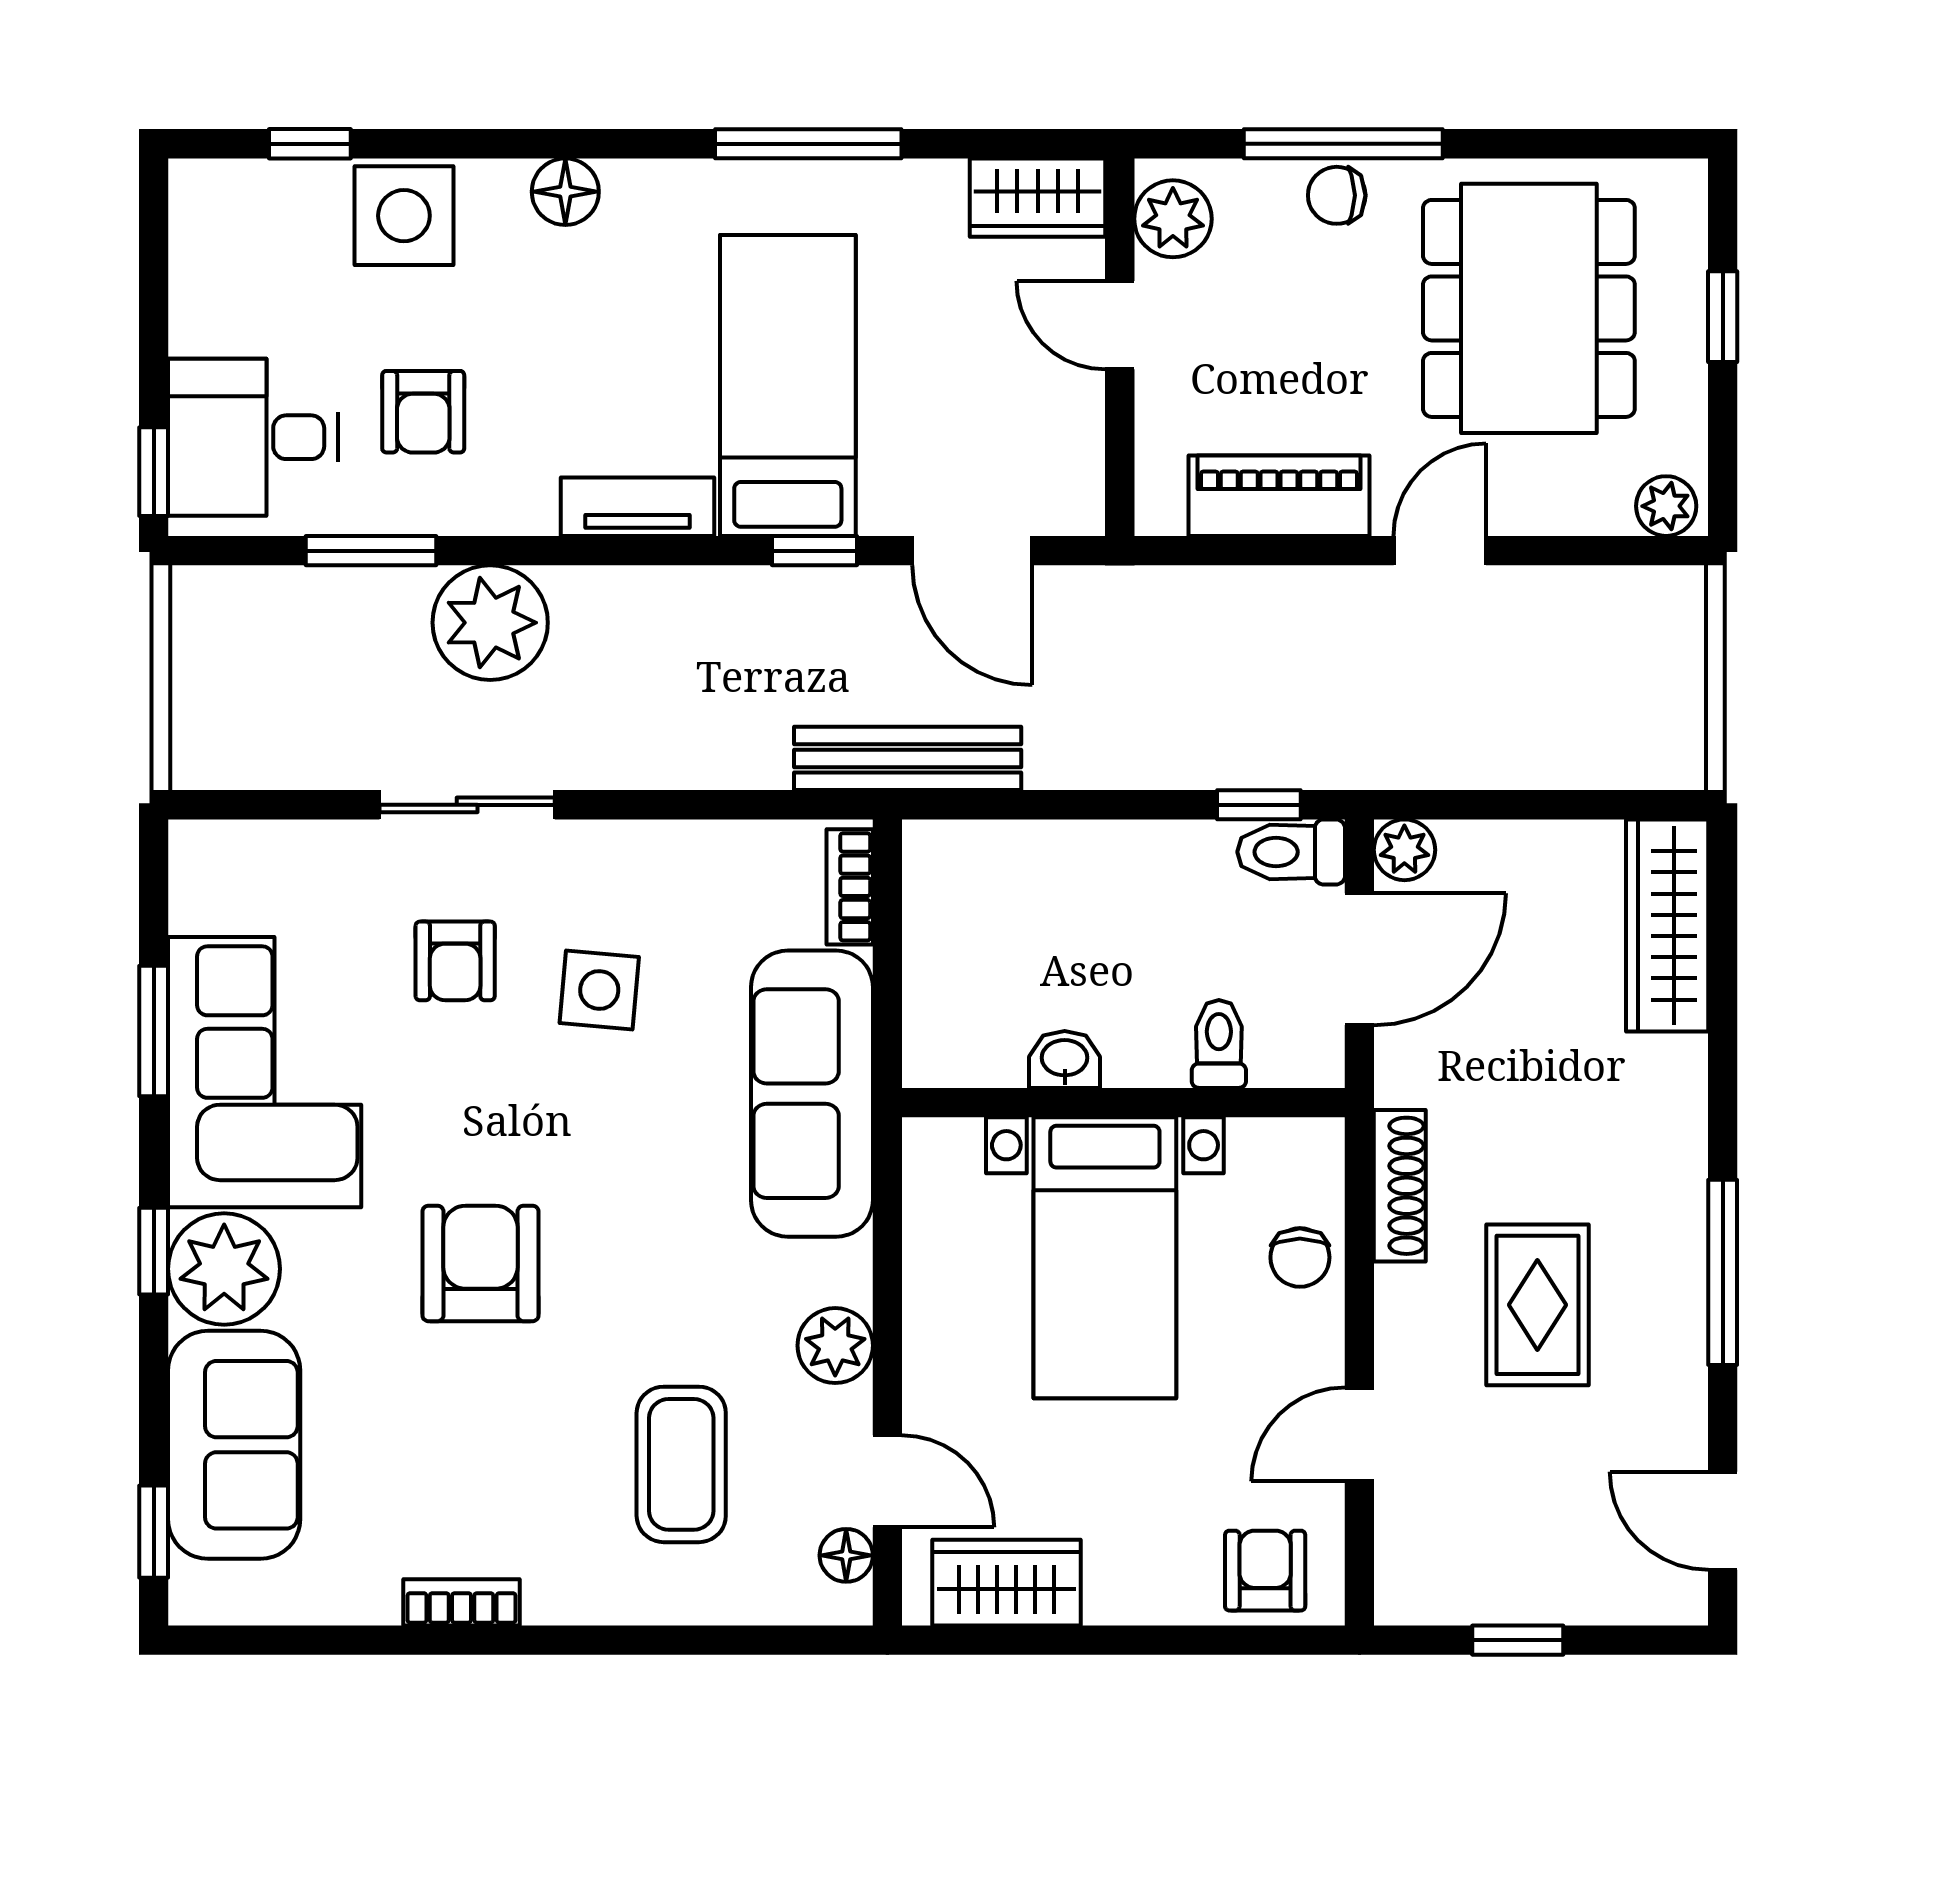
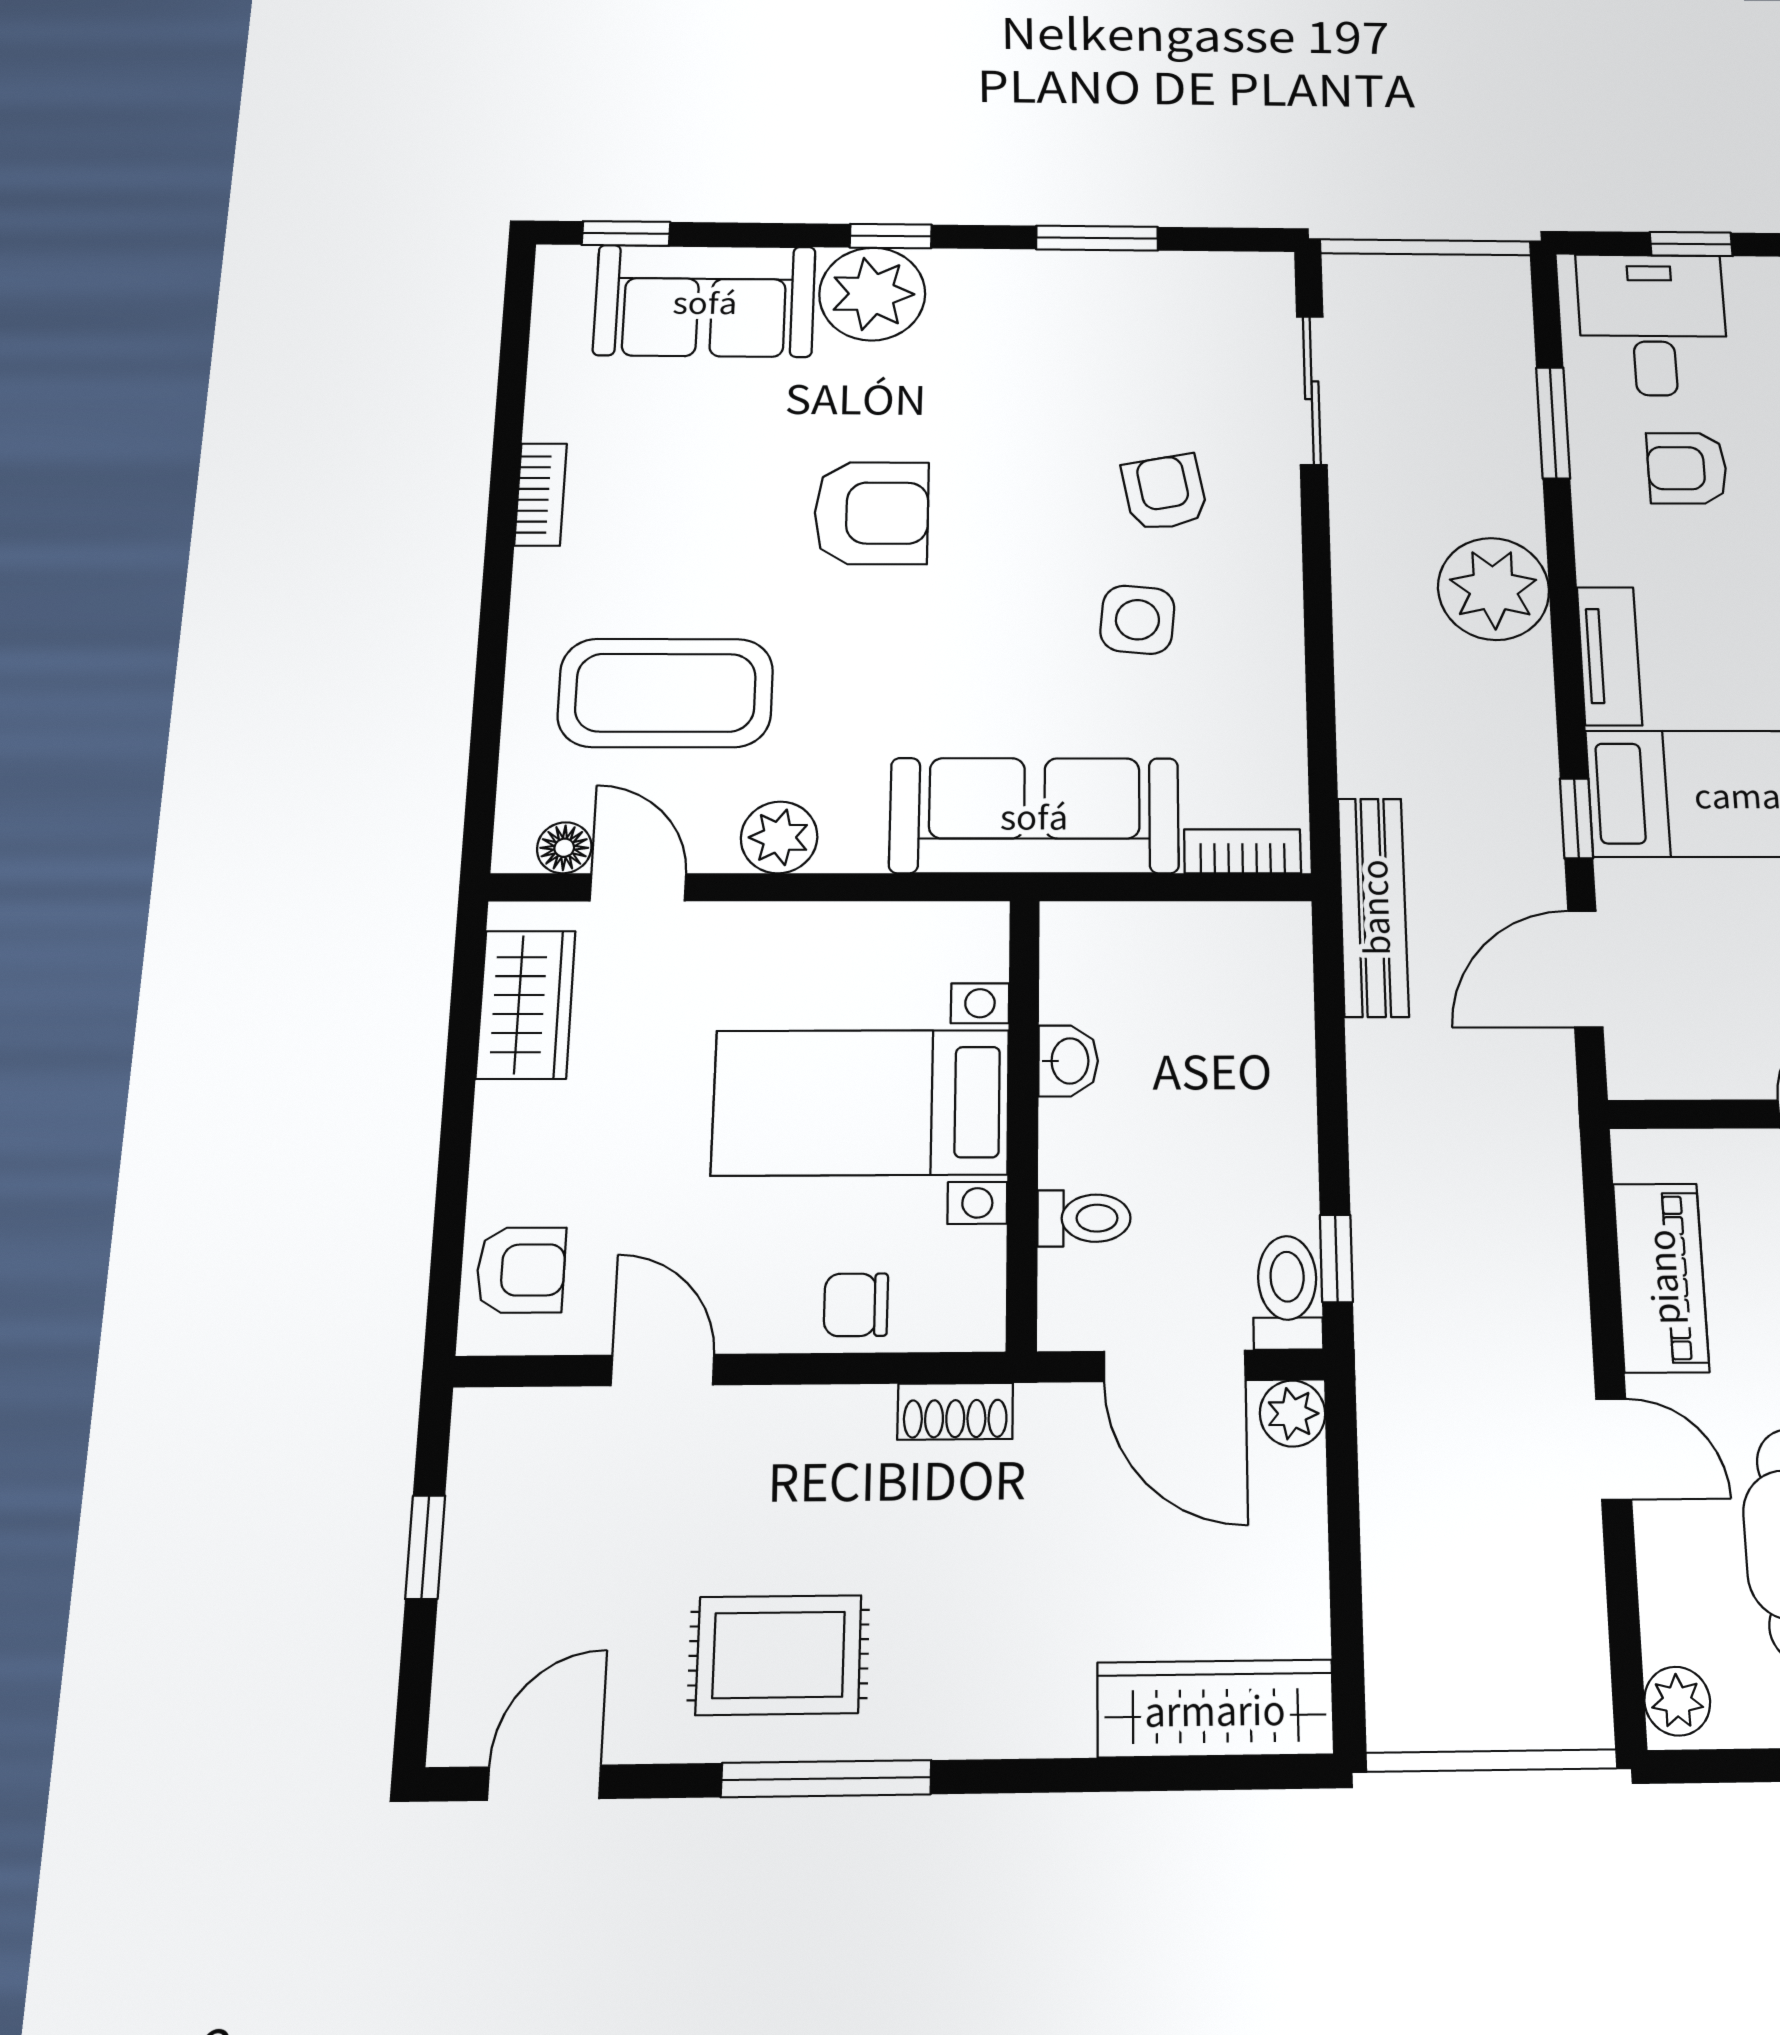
window: (154, 472) -> (1691, 244), moved
plant: (490, 623) -> (1494, 589), moved
sliding door: (467, 805) -> (1312, 390), moved
armchair: (455, 961) -> (1165, 493), turned 79
corner sofa: (265, 1072) -> (1058, 329), removed
shoe rack: (1400, 1186) -> (955, 1411), width x0.70
rug: (1537, 1305) -> (779, 1655), moved
coffee table: (681, 1464) -> (666, 693), width x1.36, depth x1.32
door: (887, 1481) -> (638, 887), swing flipped

